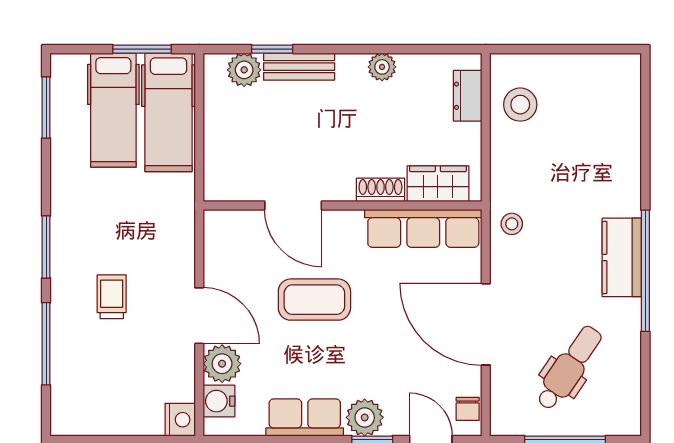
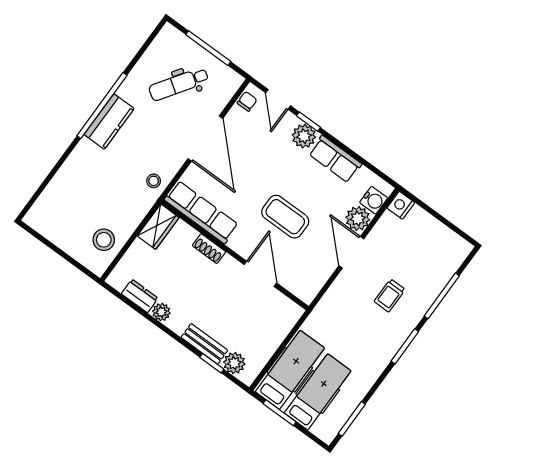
dresser: (468, 96) -> (140, 296), moved, turned -90
wardrobe: (438, 184) -> (158, 227), moved, turned -90

